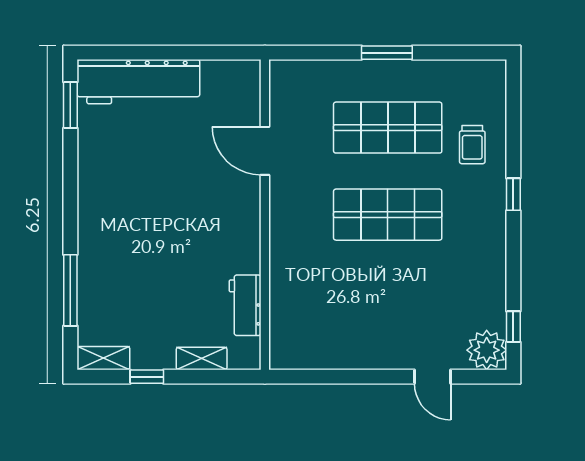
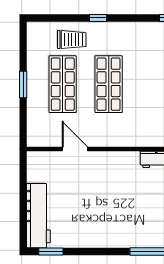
trolley: (472, 145) -> (72, 40), width x1.36, depth x1.39
door: (265, 151) -> (75, 149), swing flipped

